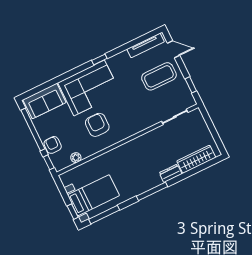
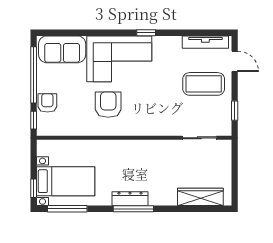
plant: (76, 158) -> (67, 130), removed
dresser: (170, 173) -> (130, 199), moved, width x1.44

